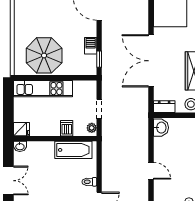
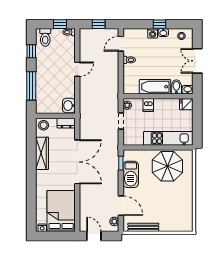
barbecue: (91, 46) -> (131, 174), width x1.88, depth x1.53
bidet: (33, 150) -> (176, 87), added
bathtub: (73, 150) -> (155, 87), moved
door: (151, 171) -> (77, 69), swing flipped

